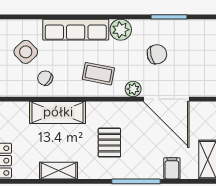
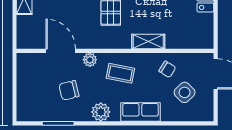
row of seats: (76, 30) -> (140, 112), width x0.68
door: (166, 99) -> (61, 51), width x0.73
shelving: (58, 112) -> (148, 41), width x0.67, depth x0.75

